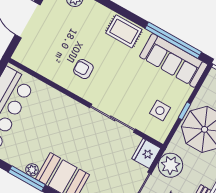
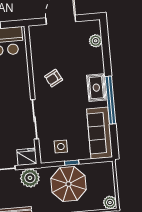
window: (173, 40) -> (110, 100), moved
armchair: (83, 69) -> (54, 78), turned -118

